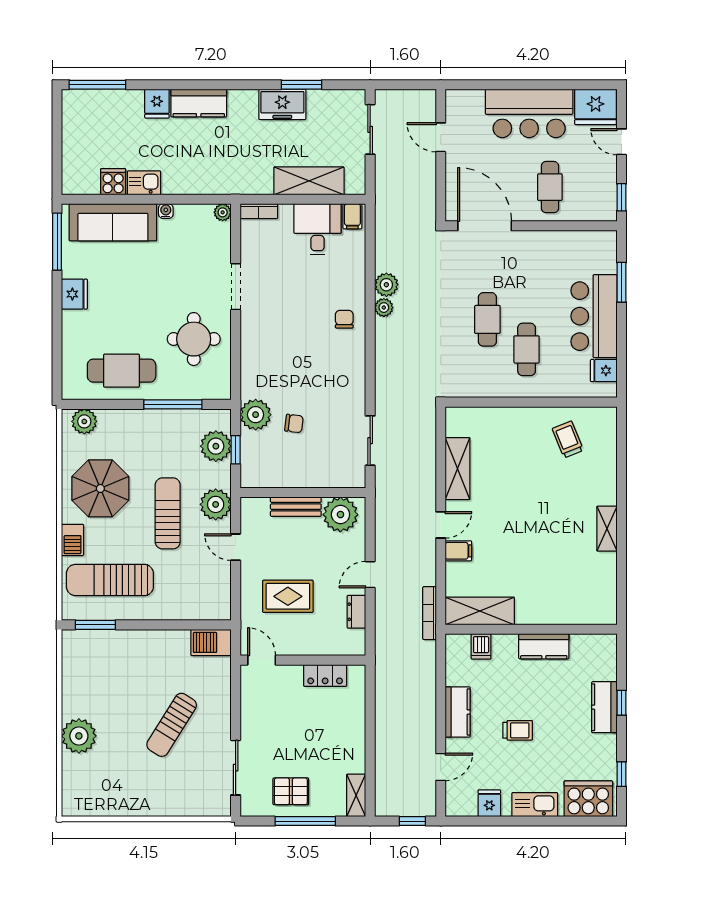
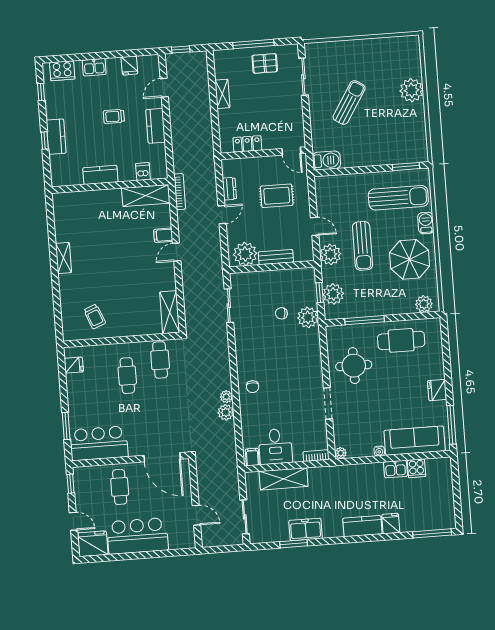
bar counter: (594, 316) -> (99, 443), moved, turned -90
cafe table: (487, 319) -> (160, 360), moved
shelving: (457, 469) -> (170, 312), moved
shelving: (356, 795) -> (222, 94), moved
cooker: (588, 799) -> (62, 71), width x0.73, depth x0.76
kitchen sink: (535, 805) -> (94, 67), width x0.73

